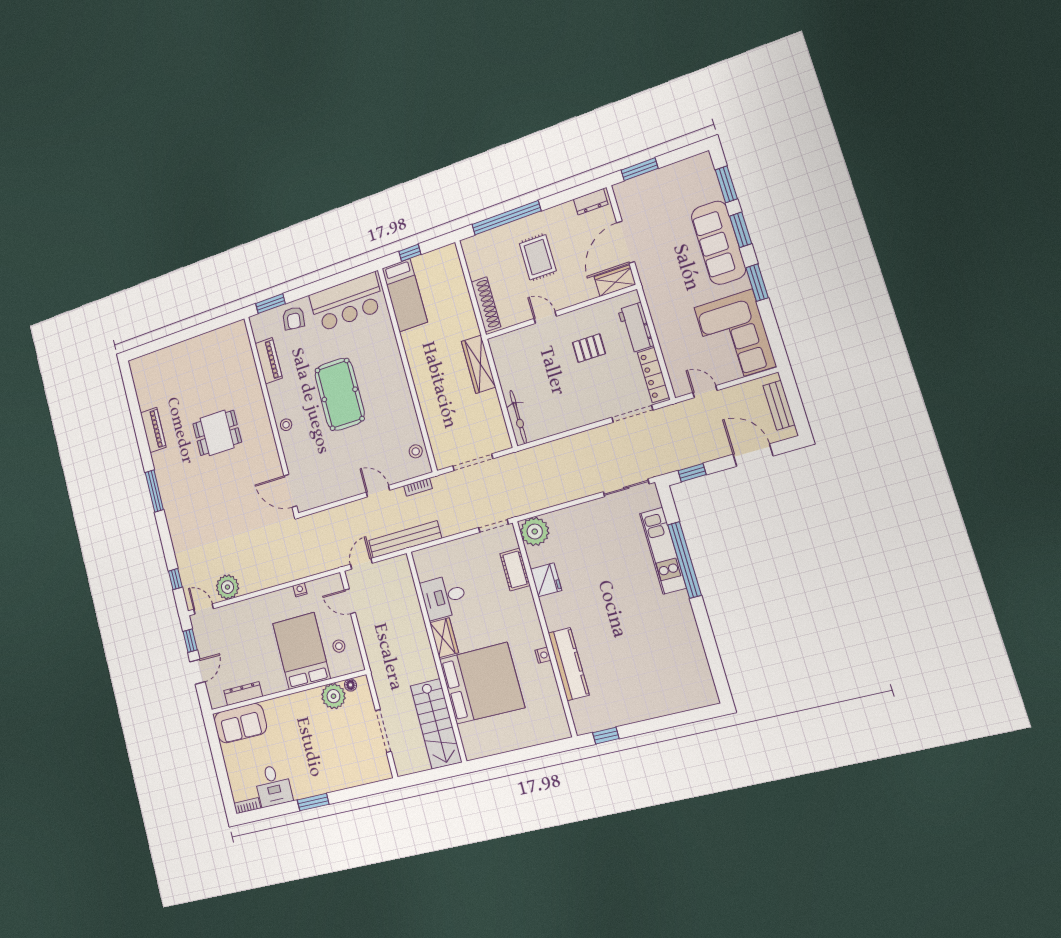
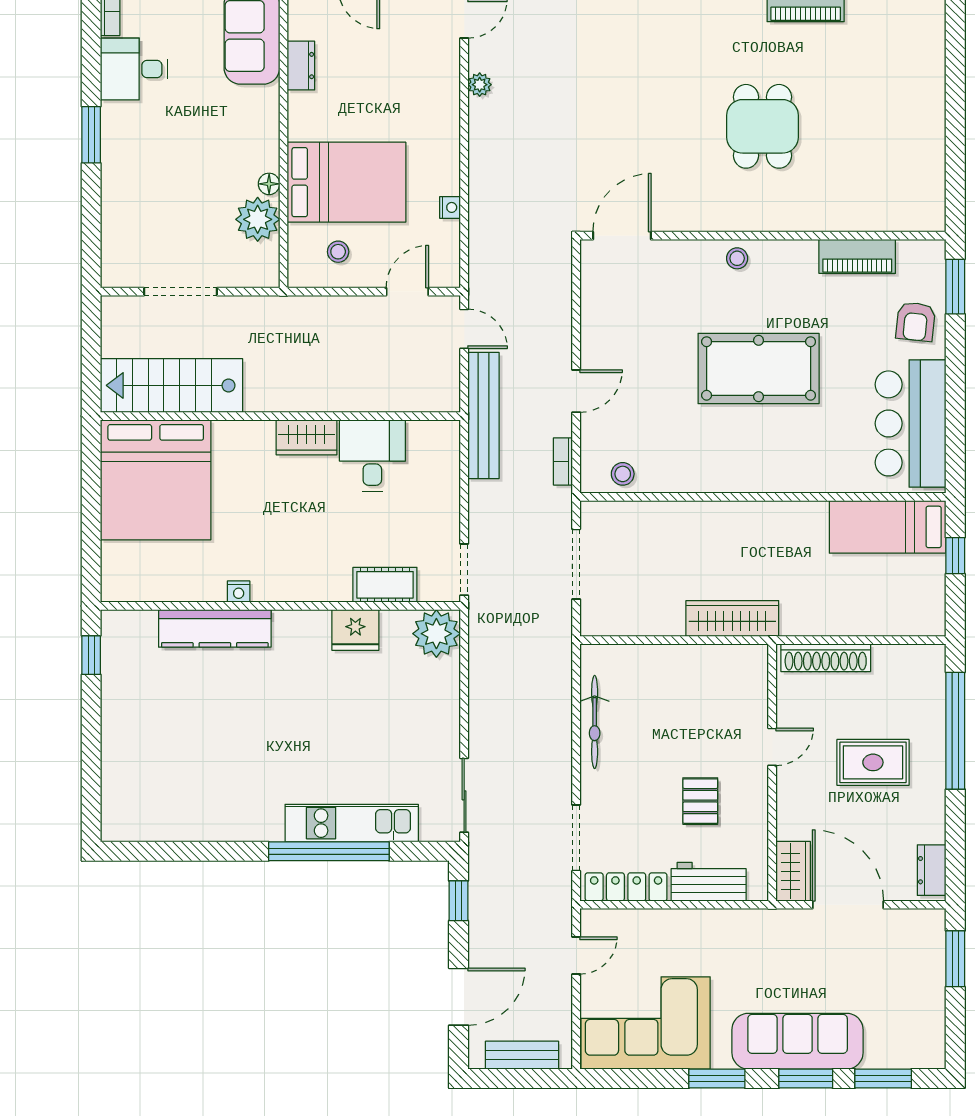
armchair: (294, 318) -> (916, 322), turned -91
bicycle: (518, 417) -> (595, 722), moved, turned -90
plant: (227, 587) -> (480, 85), width x0.53, depth x0.53
bed: (482, 683) -> (156, 480), moved
floor lamp: (350, 685) -> (269, 184), moved
dresser: (243, 694) -> (301, 66), width x0.70

